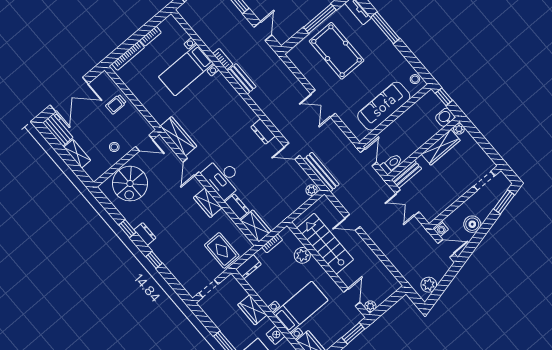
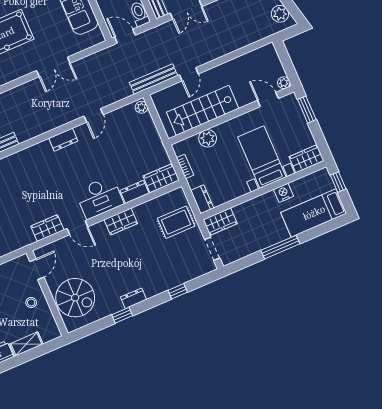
wardrobe: (178, 136) -> (47, 228), width x0.67
bench: (321, 172) -> (154, 79), moved
window: (154, 260) -> (178, 291), moved
wardrobe: (252, 310) -> (220, 222), moved

